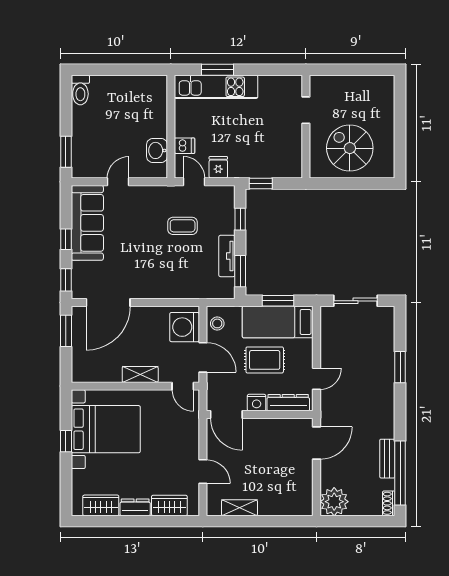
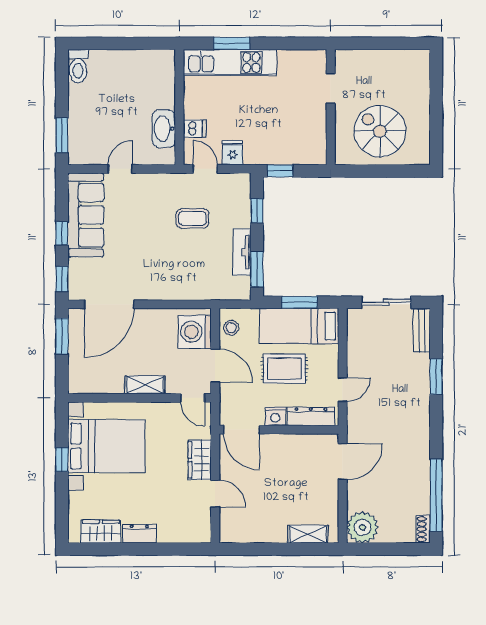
washbasin: (157, 150) -> (164, 129), width x1.38
bench: (387, 459) -> (422, 330), moved
wardrobe: (169, 505) -> (200, 460), moved, turned -90
shelving: (239, 508) -> (308, 534), moved

